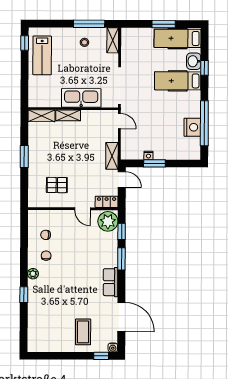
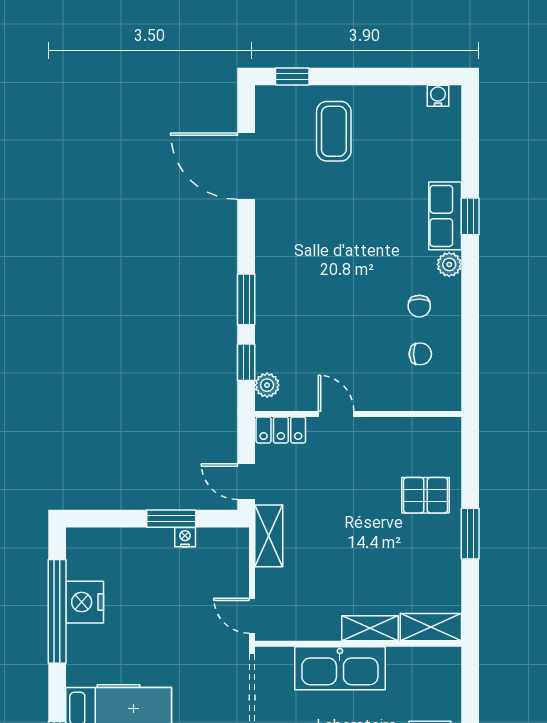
pallet: (57, 185) -> (426, 495), moved
plant: (108, 221) -> (267, 385), width x0.53, depth x0.53
row of seats: (111, 282) -> (445, 216), moved, turned 180
water cooler: (113, 347) -> (438, 96), moved

